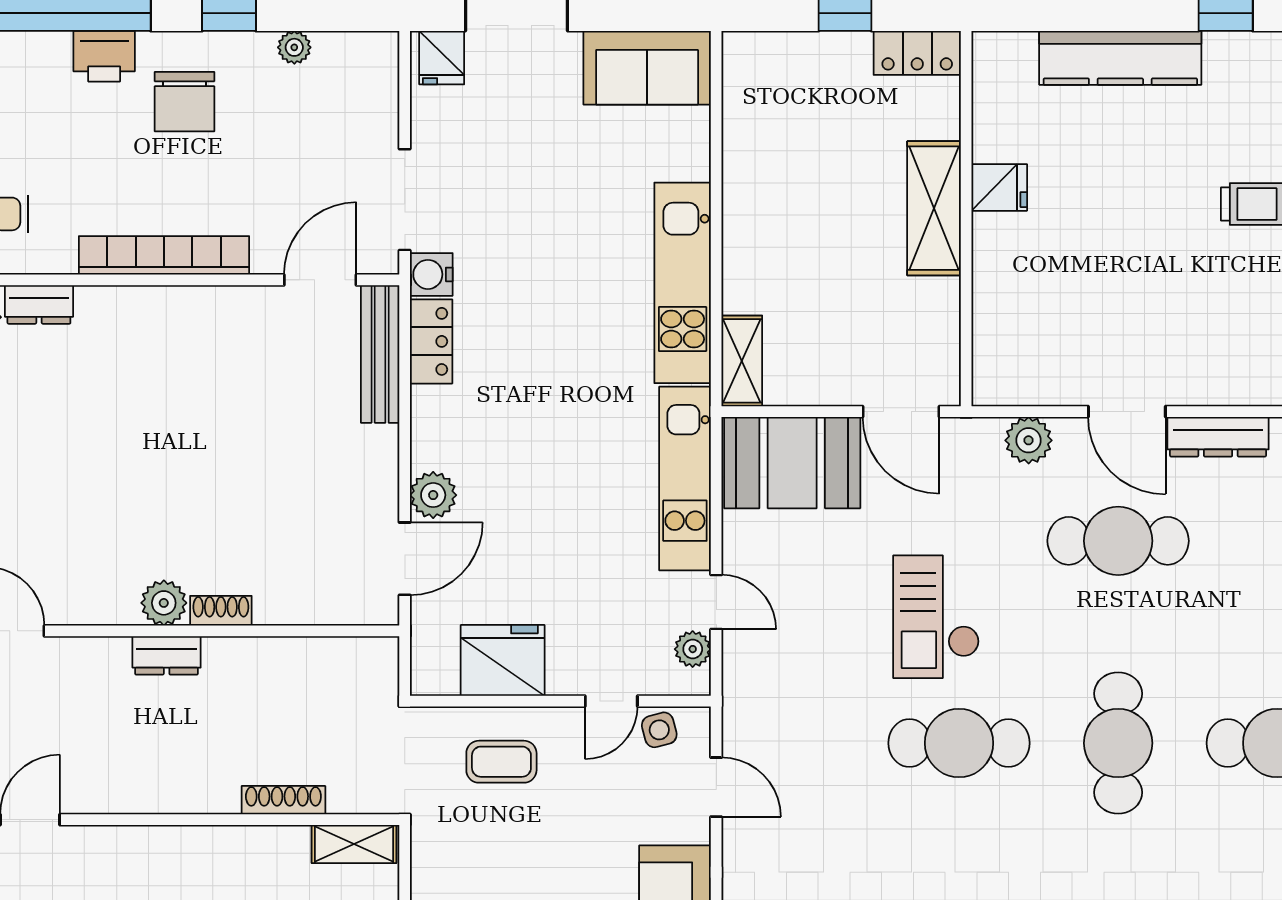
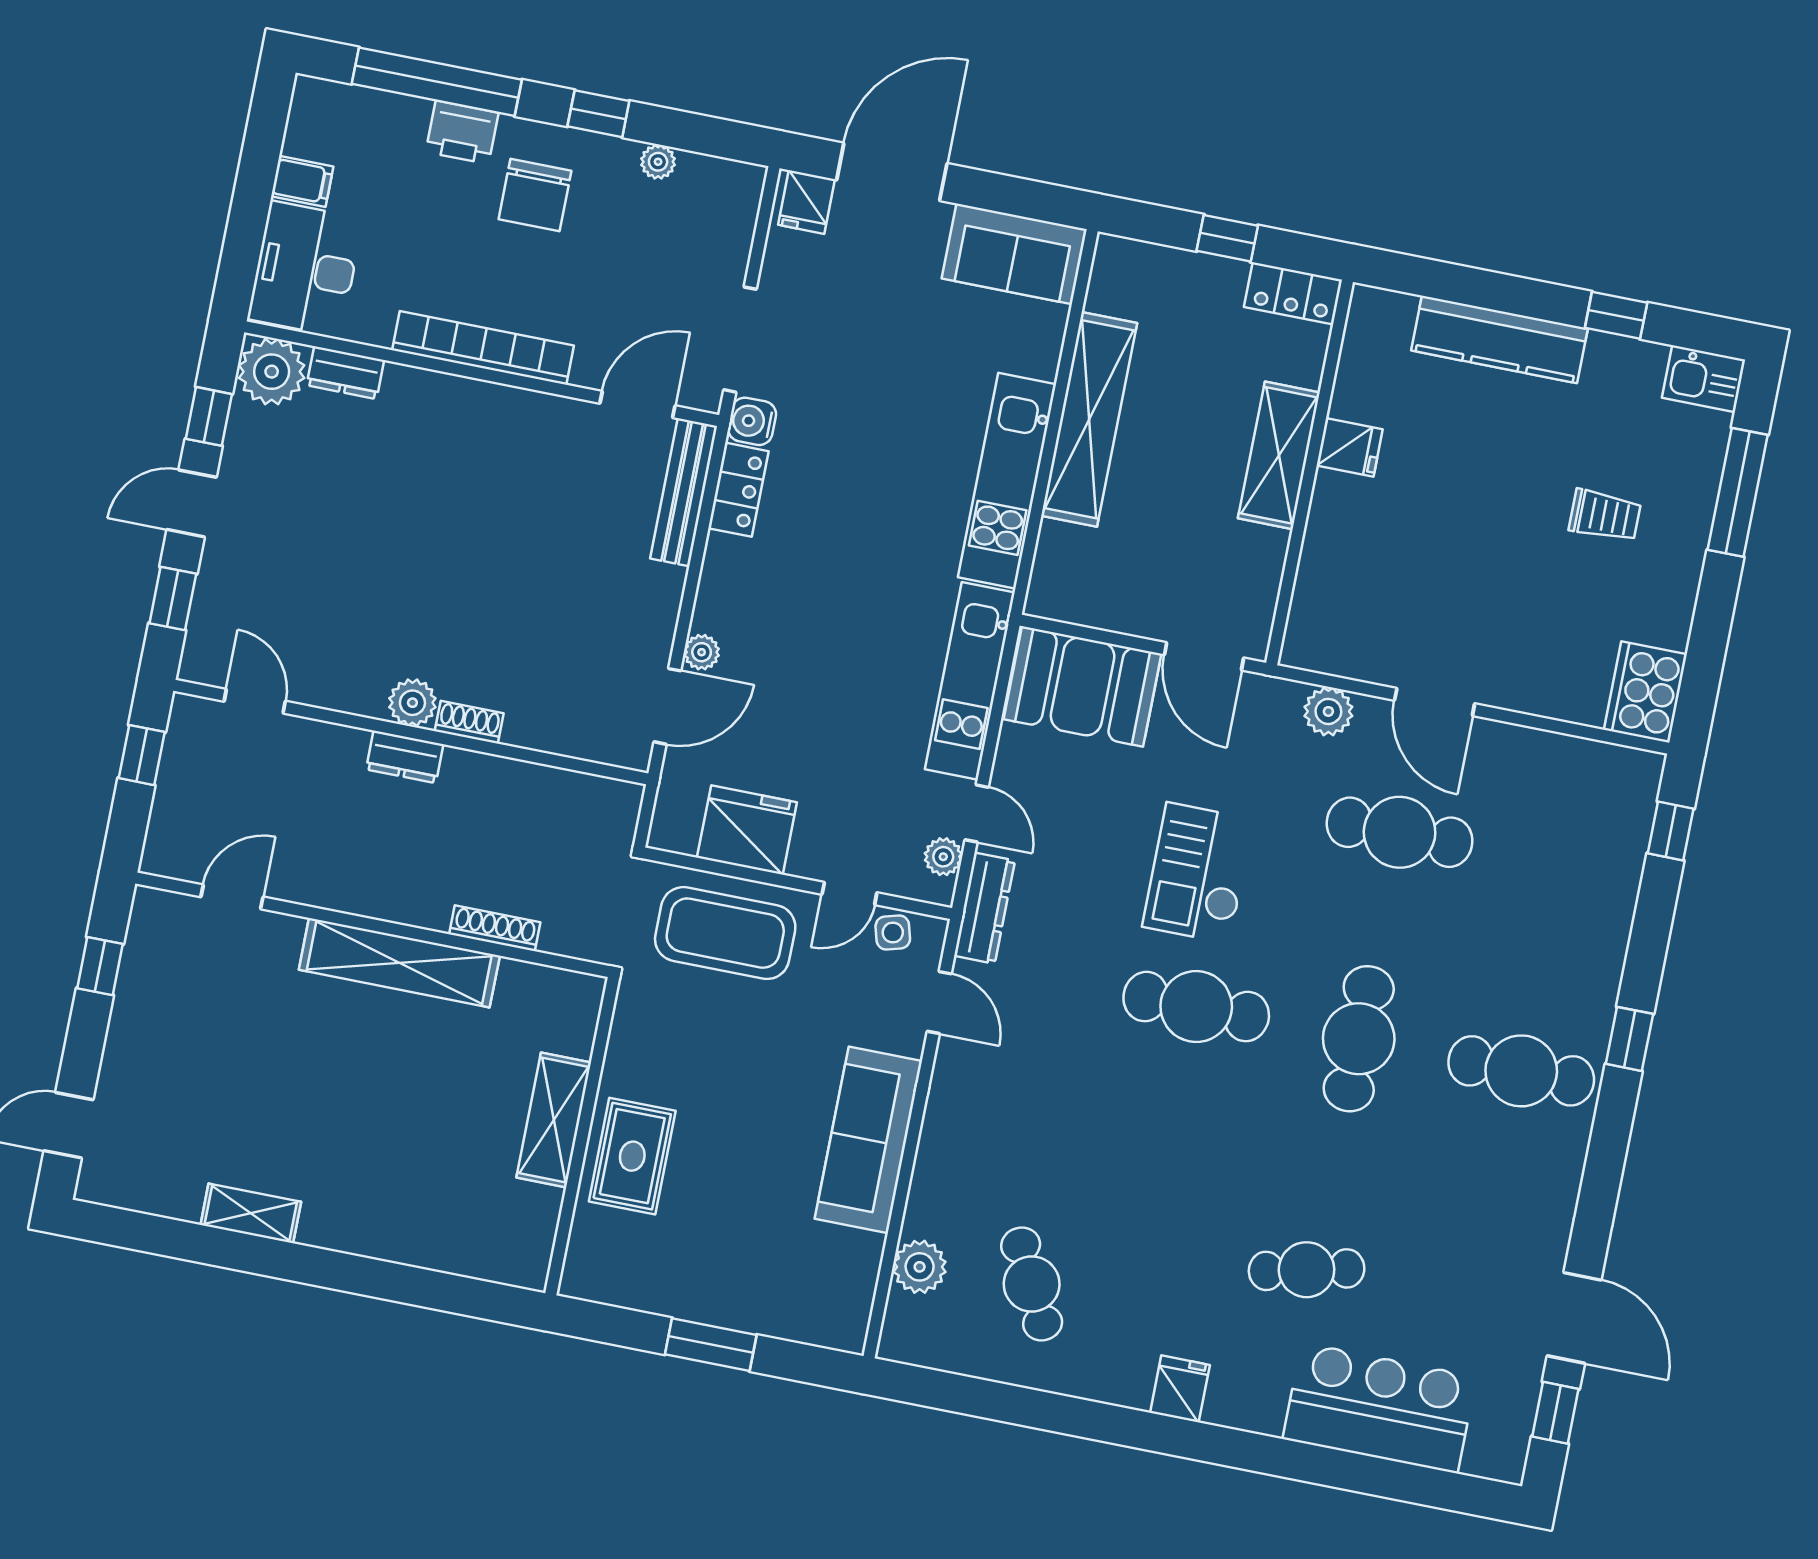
shelving: (742, 361) -> (1089, 419), moved, width x2.20, depth x1.33
dresser: (1218, 437) -> (985, 908), moved, turned -90
plant: (433, 495) -> (702, 652), width x0.73, depth x0.73
coffee table: (501, 762) -> (725, 933), width x1.86, depth x1.72
shelving: (354, 844) -> (399, 963), moved, width x2.20, depth x1.33

